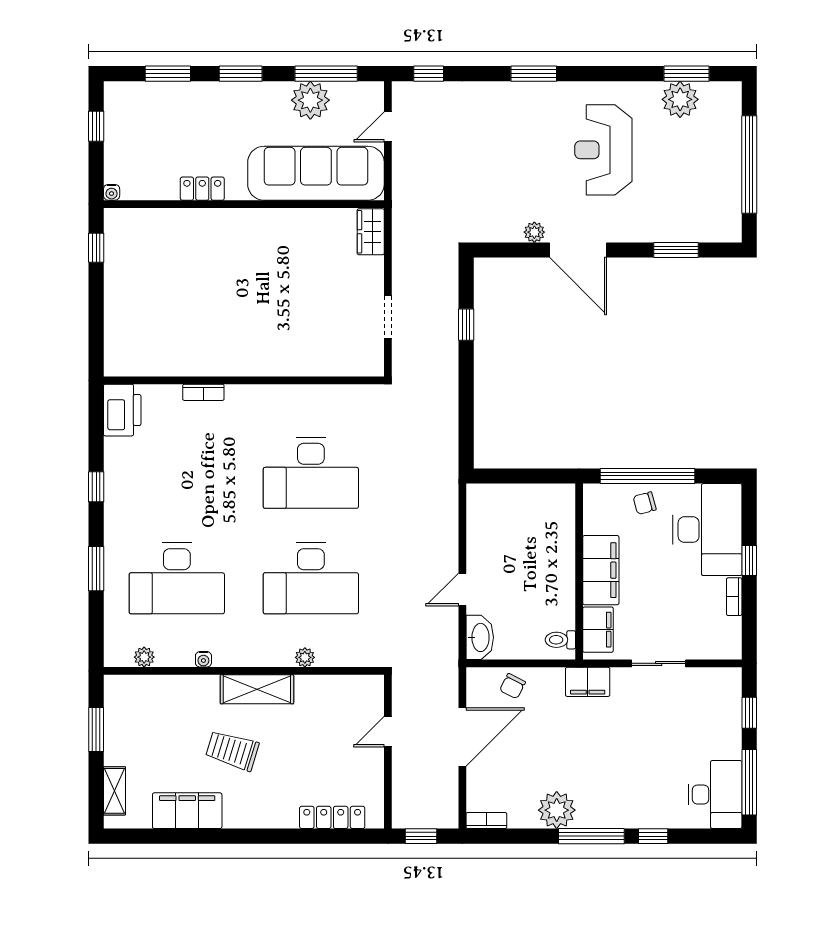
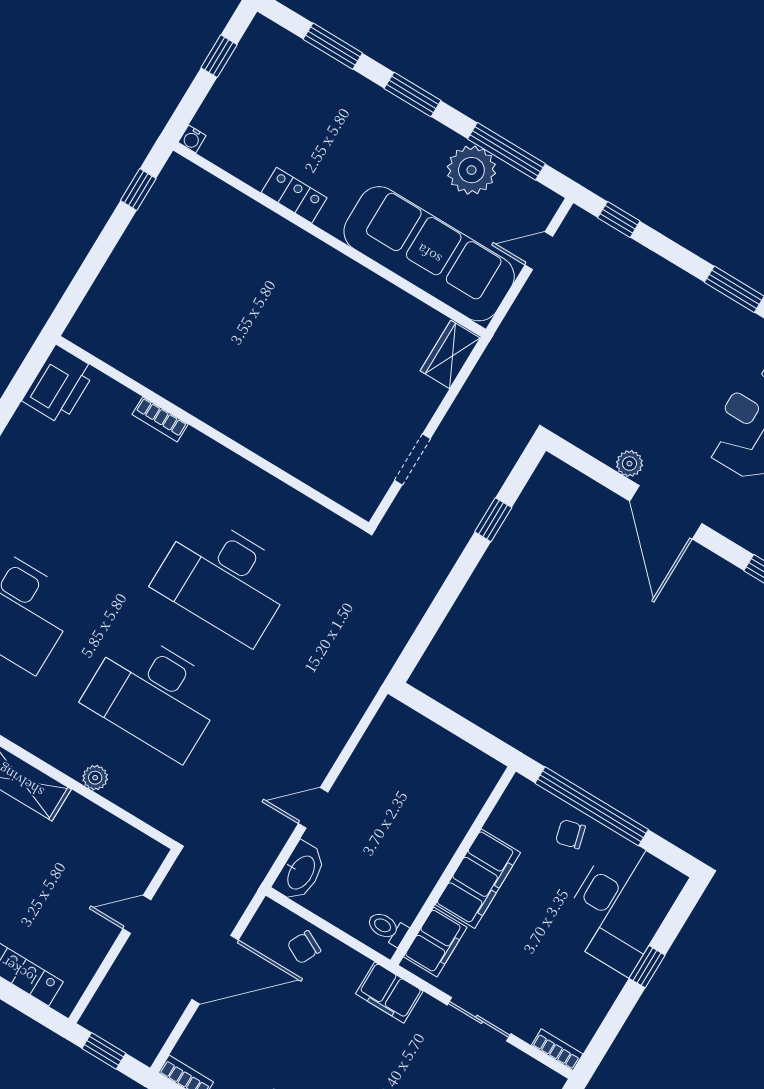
bookcase: (734, 597) -> (557, 1050), moved, turned 90

